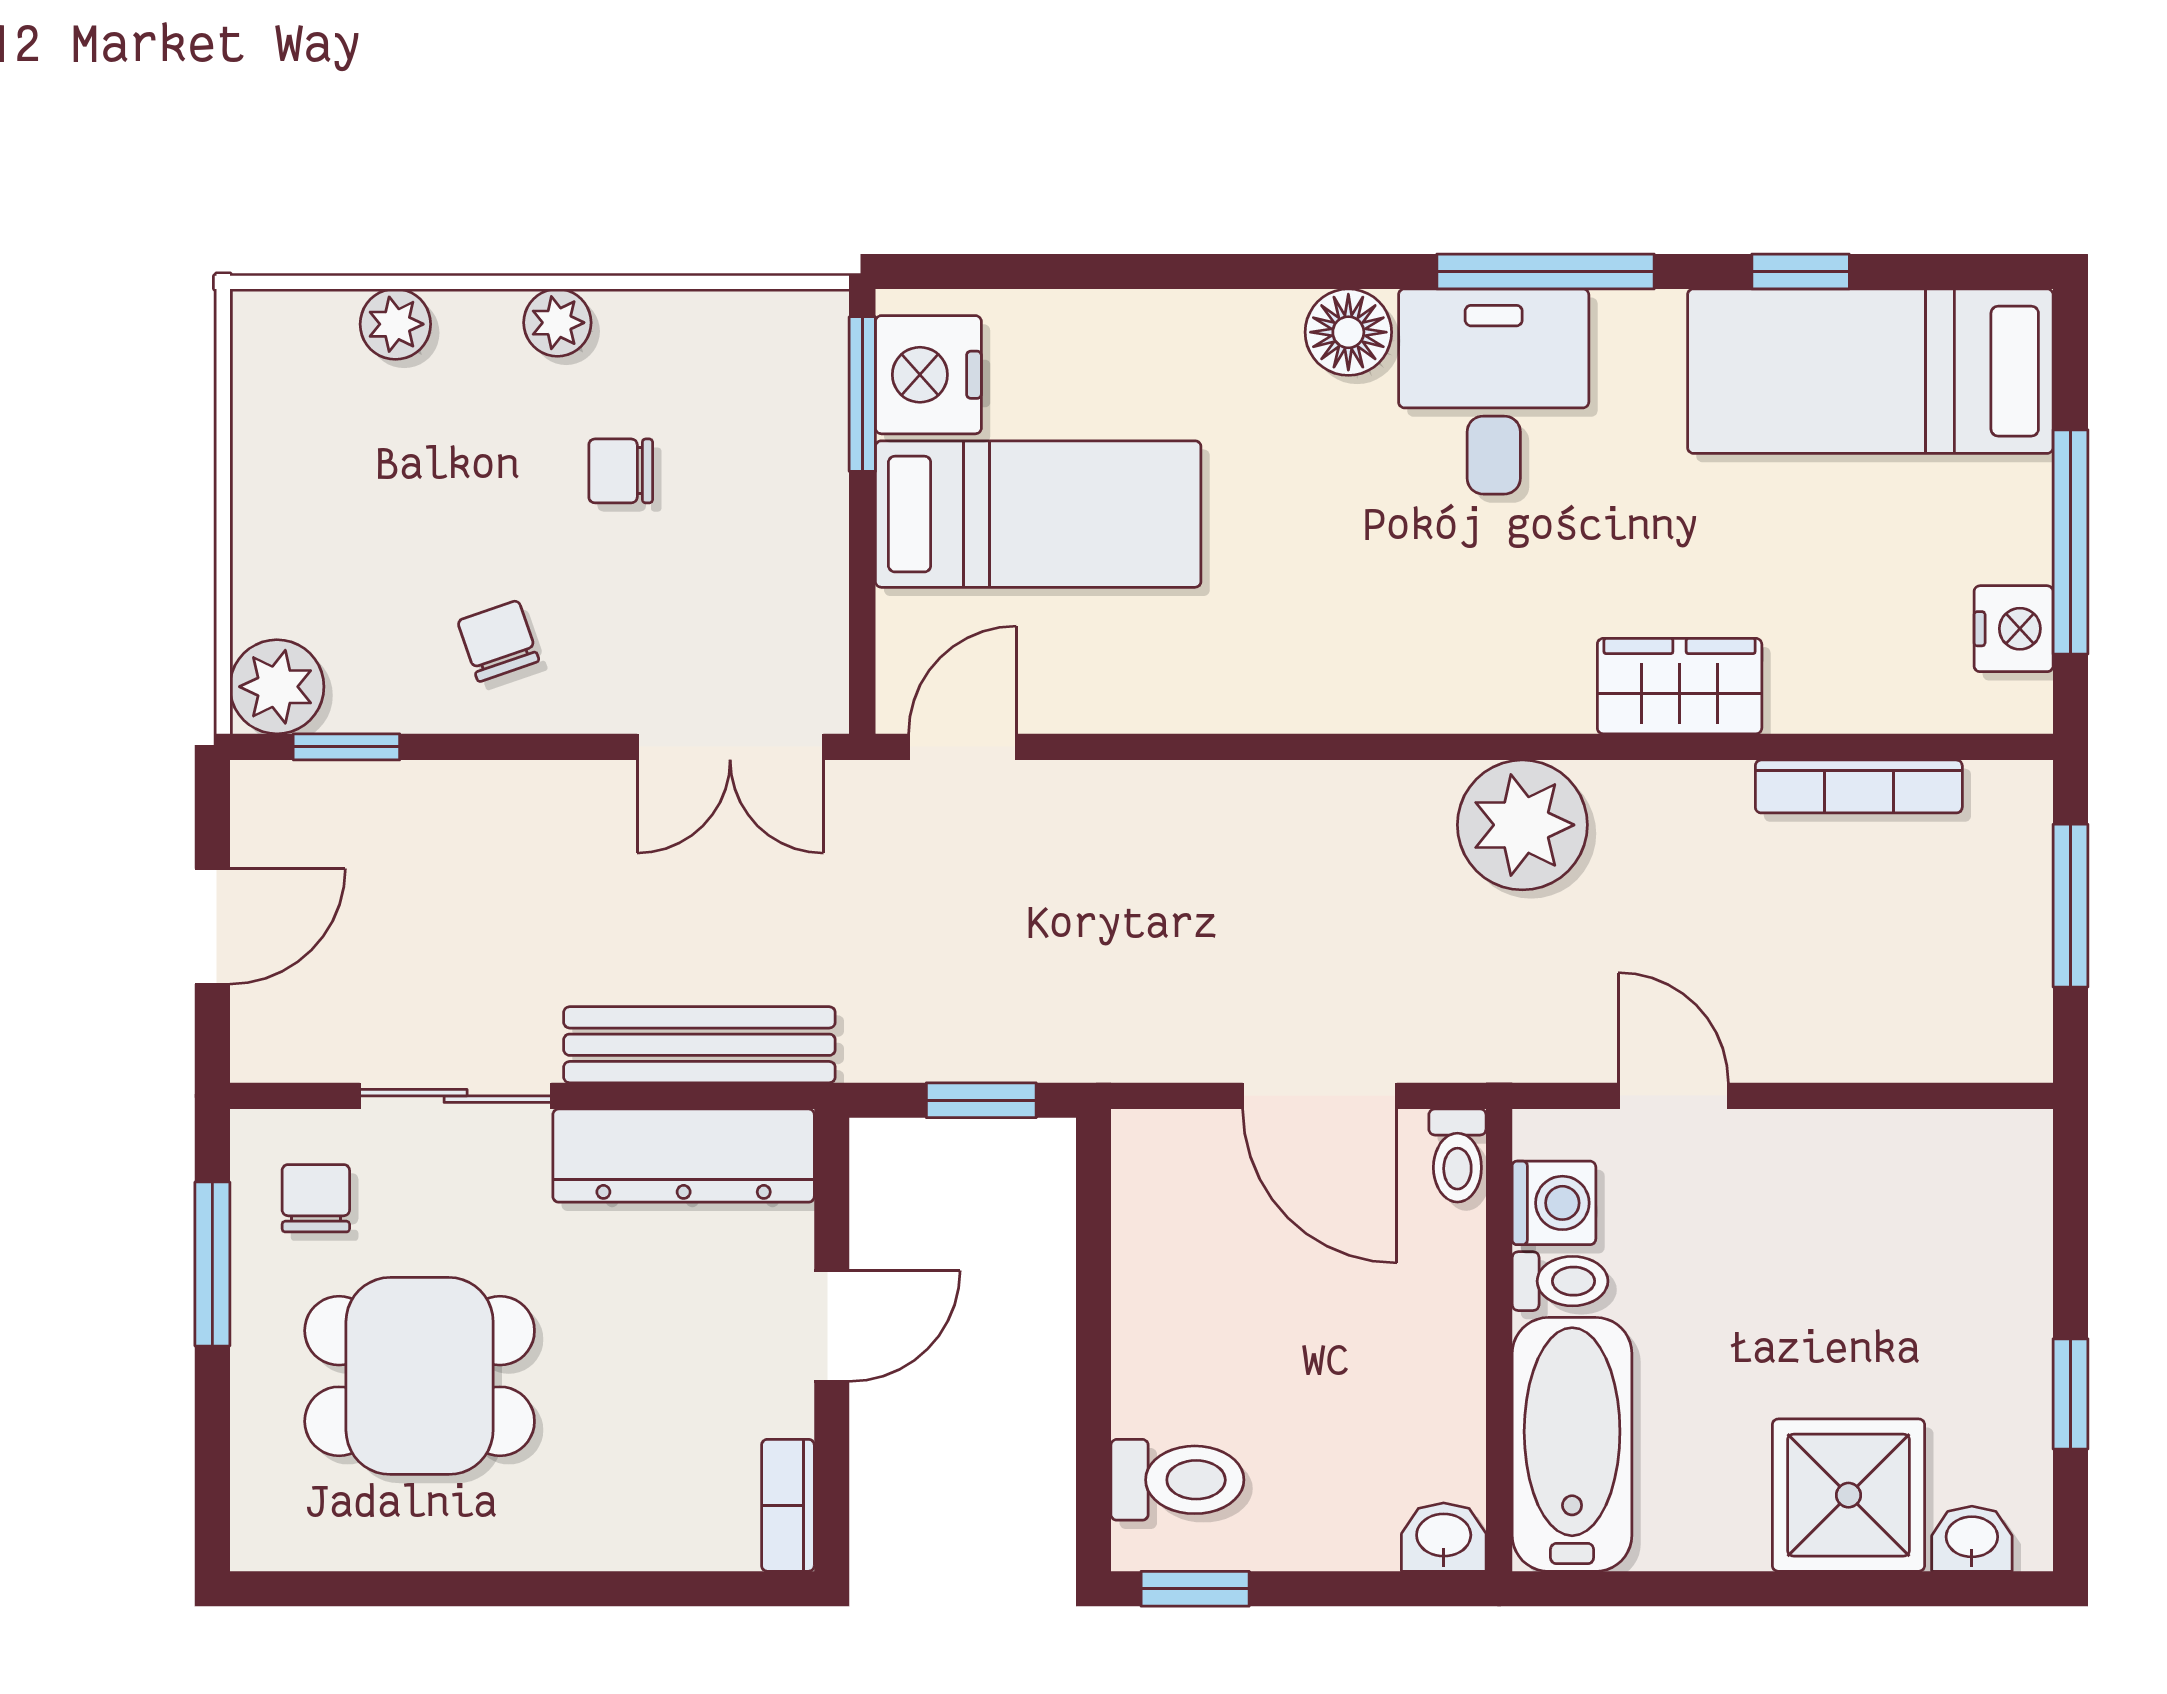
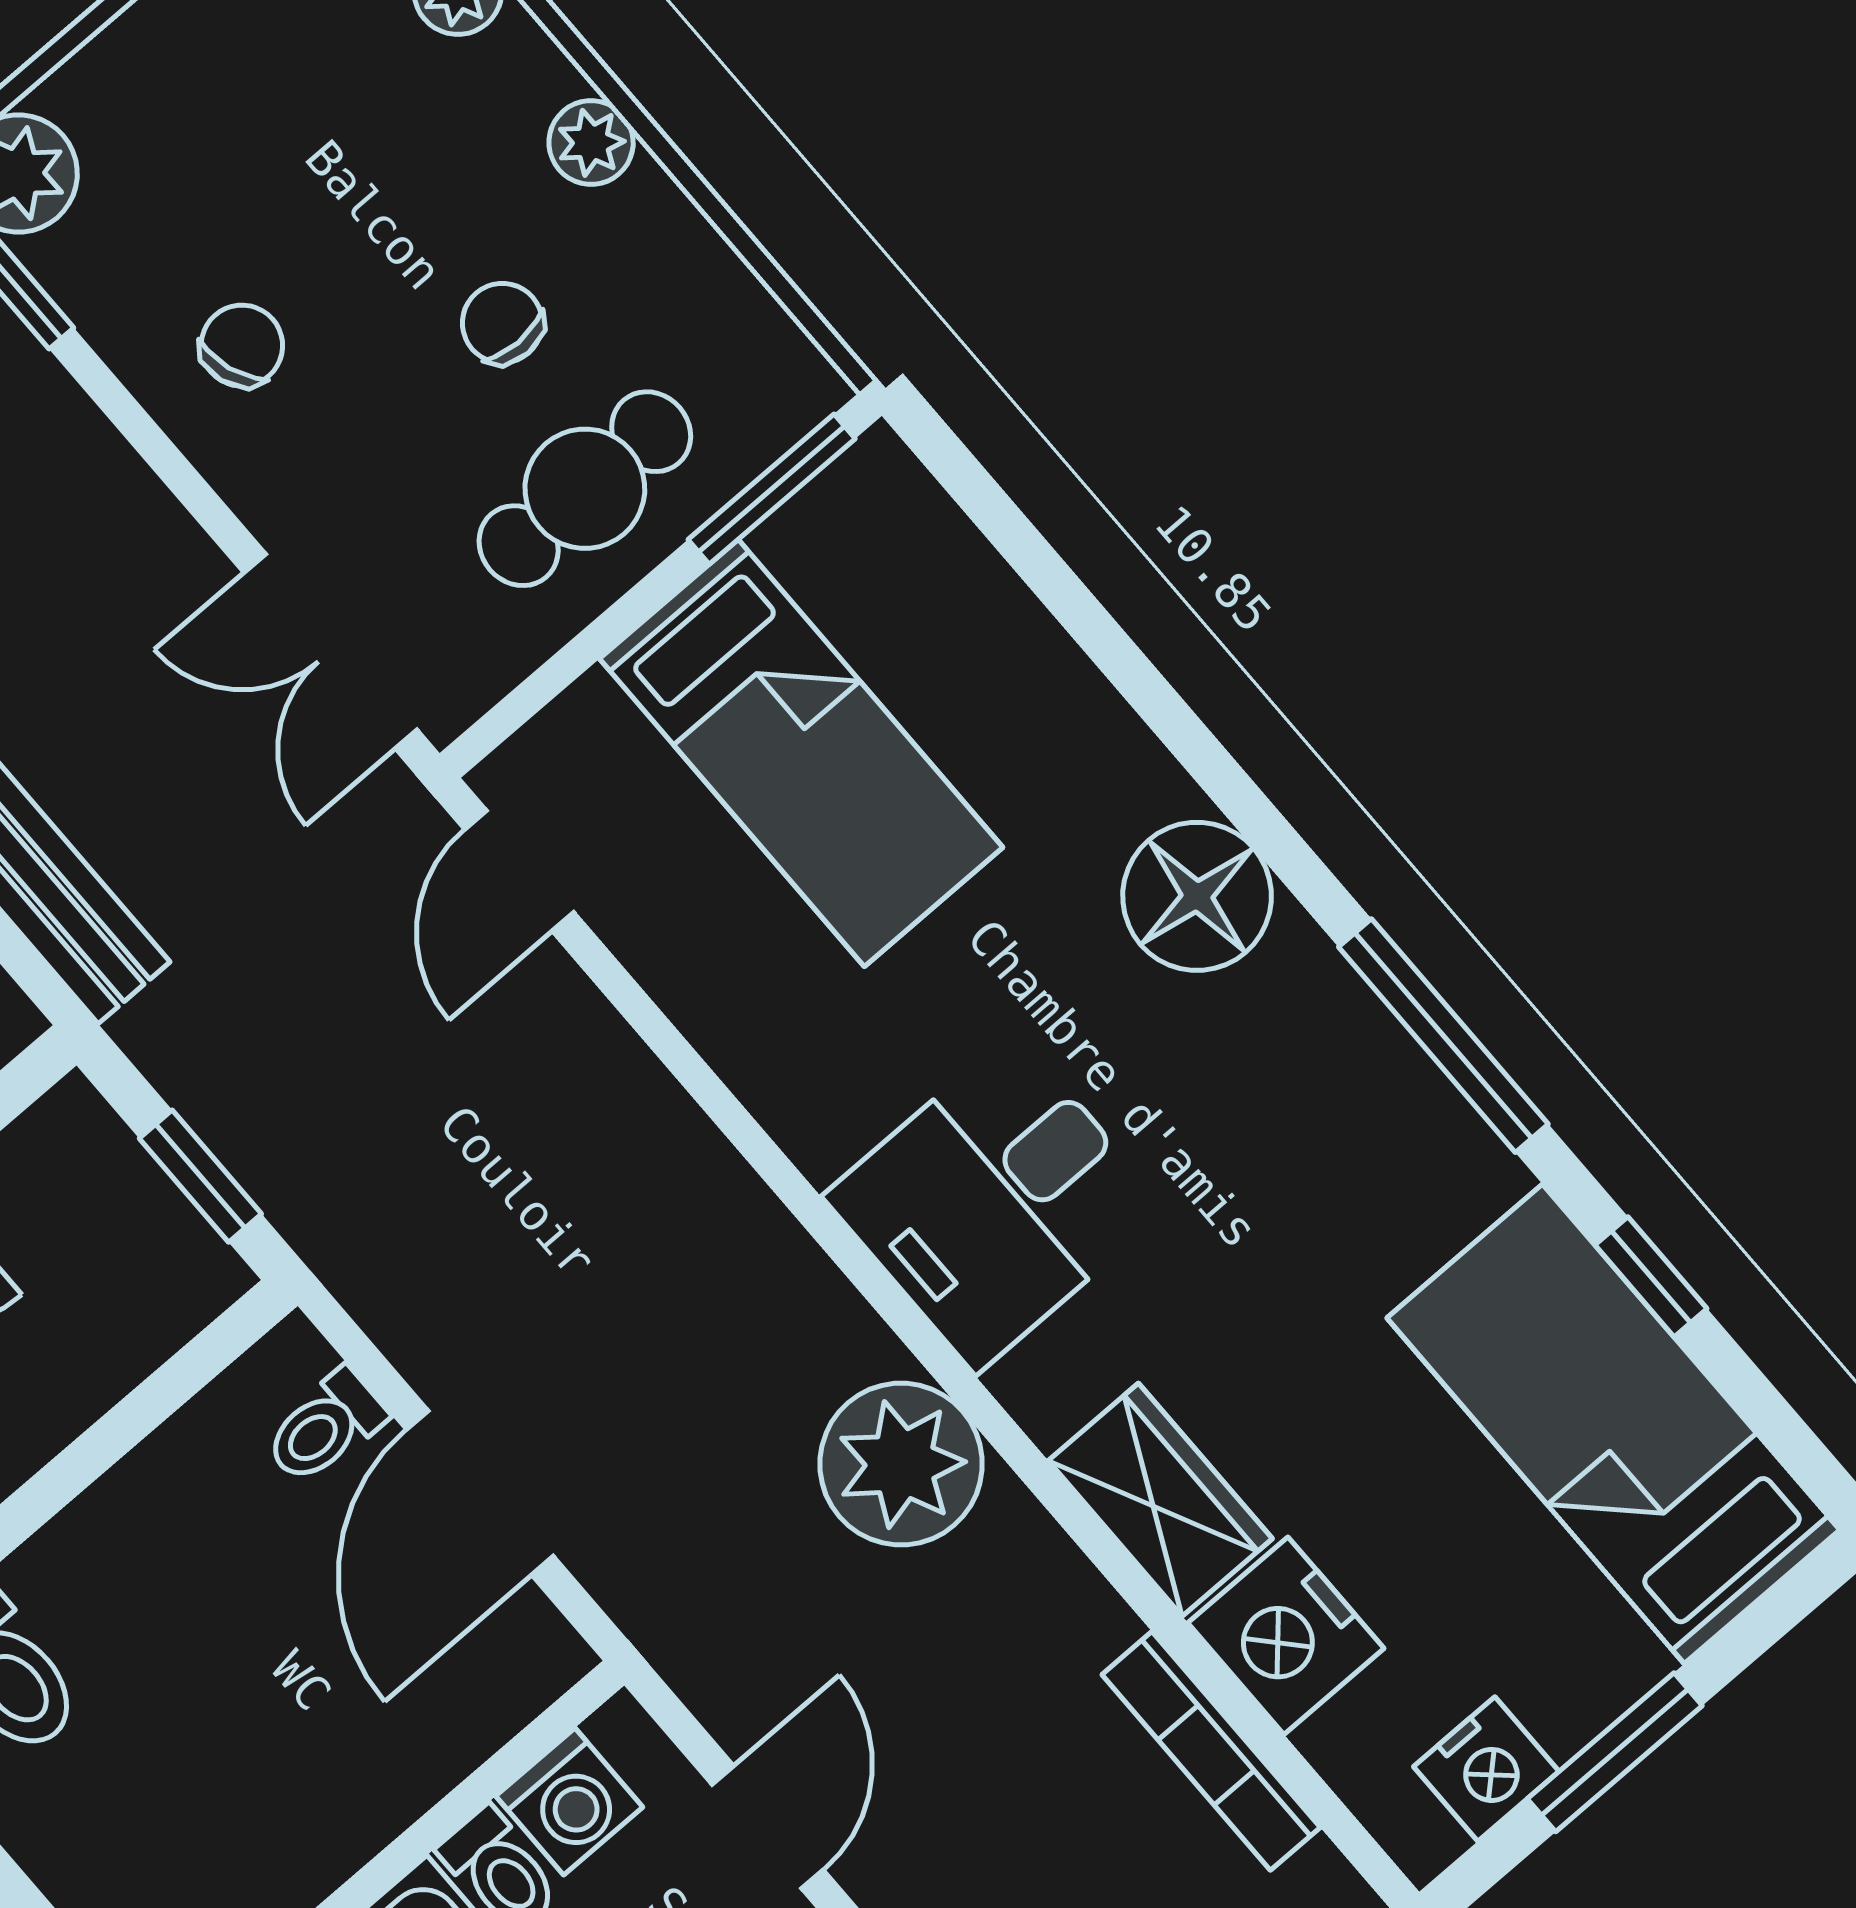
floor lamp: (1348, 332) -> (1197, 896), width x1.38, depth x1.38
nightstand: (928, 375) -> (1286, 1636), moved, turned -90
desk: (1494, 391) -> (995, 1203), moved, turned 180
cafe table: (764, 507) -> (585, 489), added
window: (2071, 542) -> (1615, 1752), width x0.69
door: (962, 747) -> (519, 871), swing flipped
toilet: (1457, 1155) -> (325, 1427), moved

